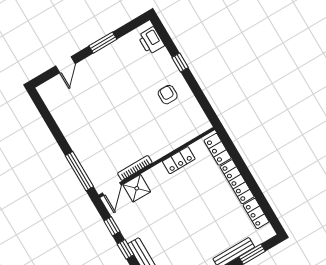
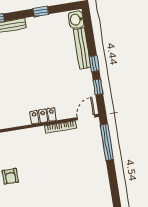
locker: (179, 160) -> (43, 116), moved
shower: (137, 188) -> (66, 110), removed

